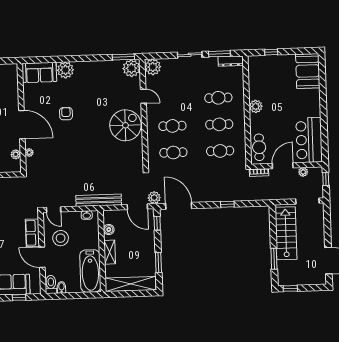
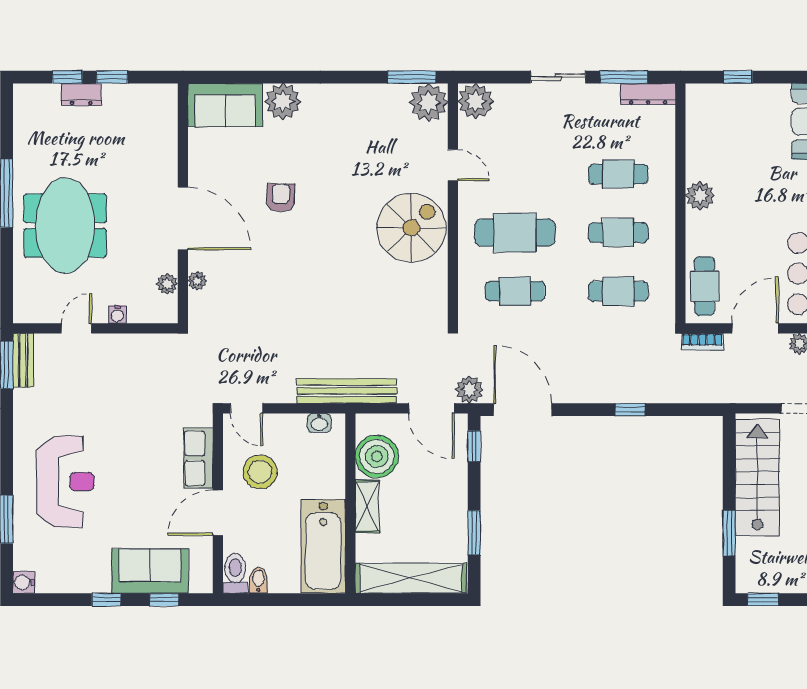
cafe table: (172, 126) -> (515, 233), width x1.37, depth x1.35
boiler: (109, 230) -> (377, 456), width x1.86, depth x1.86
door: (42, 257) -> (218, 513), hinge flipped

